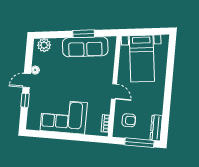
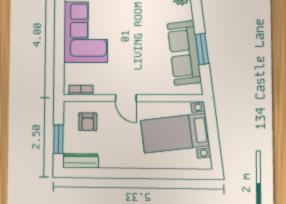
door: (114, 91) -> (126, 98), hinge flipped
window: (139, 143) -> (58, 139), width x0.69

